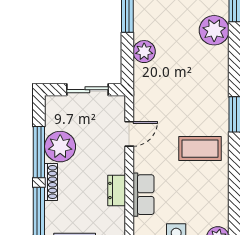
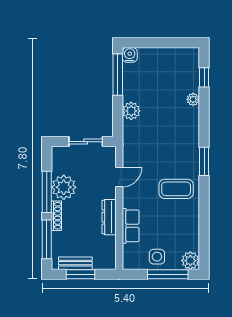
plant: (214, 30) -> (193, 99), width x0.53, depth x0.53
dresser: (117, 190) -> (109, 217), width x1.44

